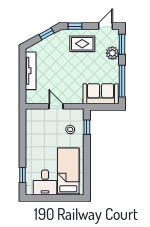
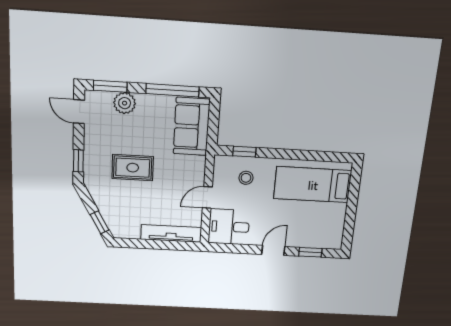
window: (46, 34) -> (100, 222), moved
rug: (82, 44) -> (133, 168), moved, turned 90
tv unit: (31, 71) -> (171, 233), moved
door: (23, 151) -> (273, 250), added
desk: (45, 182) -> (229, 227), moved, turned 180

